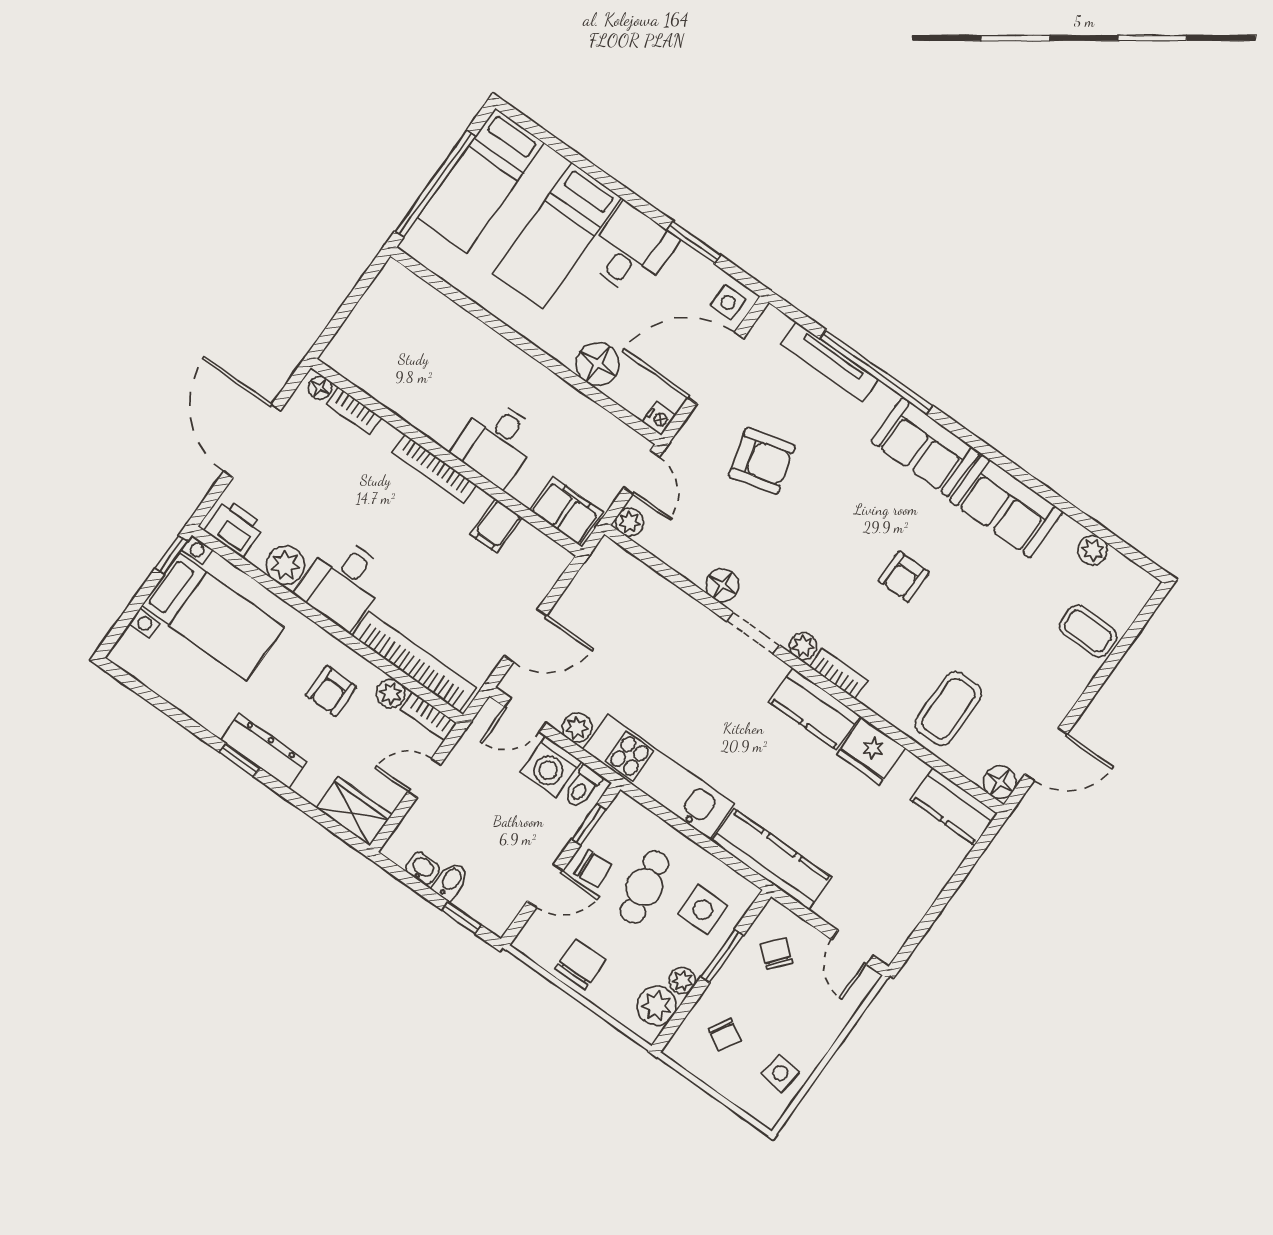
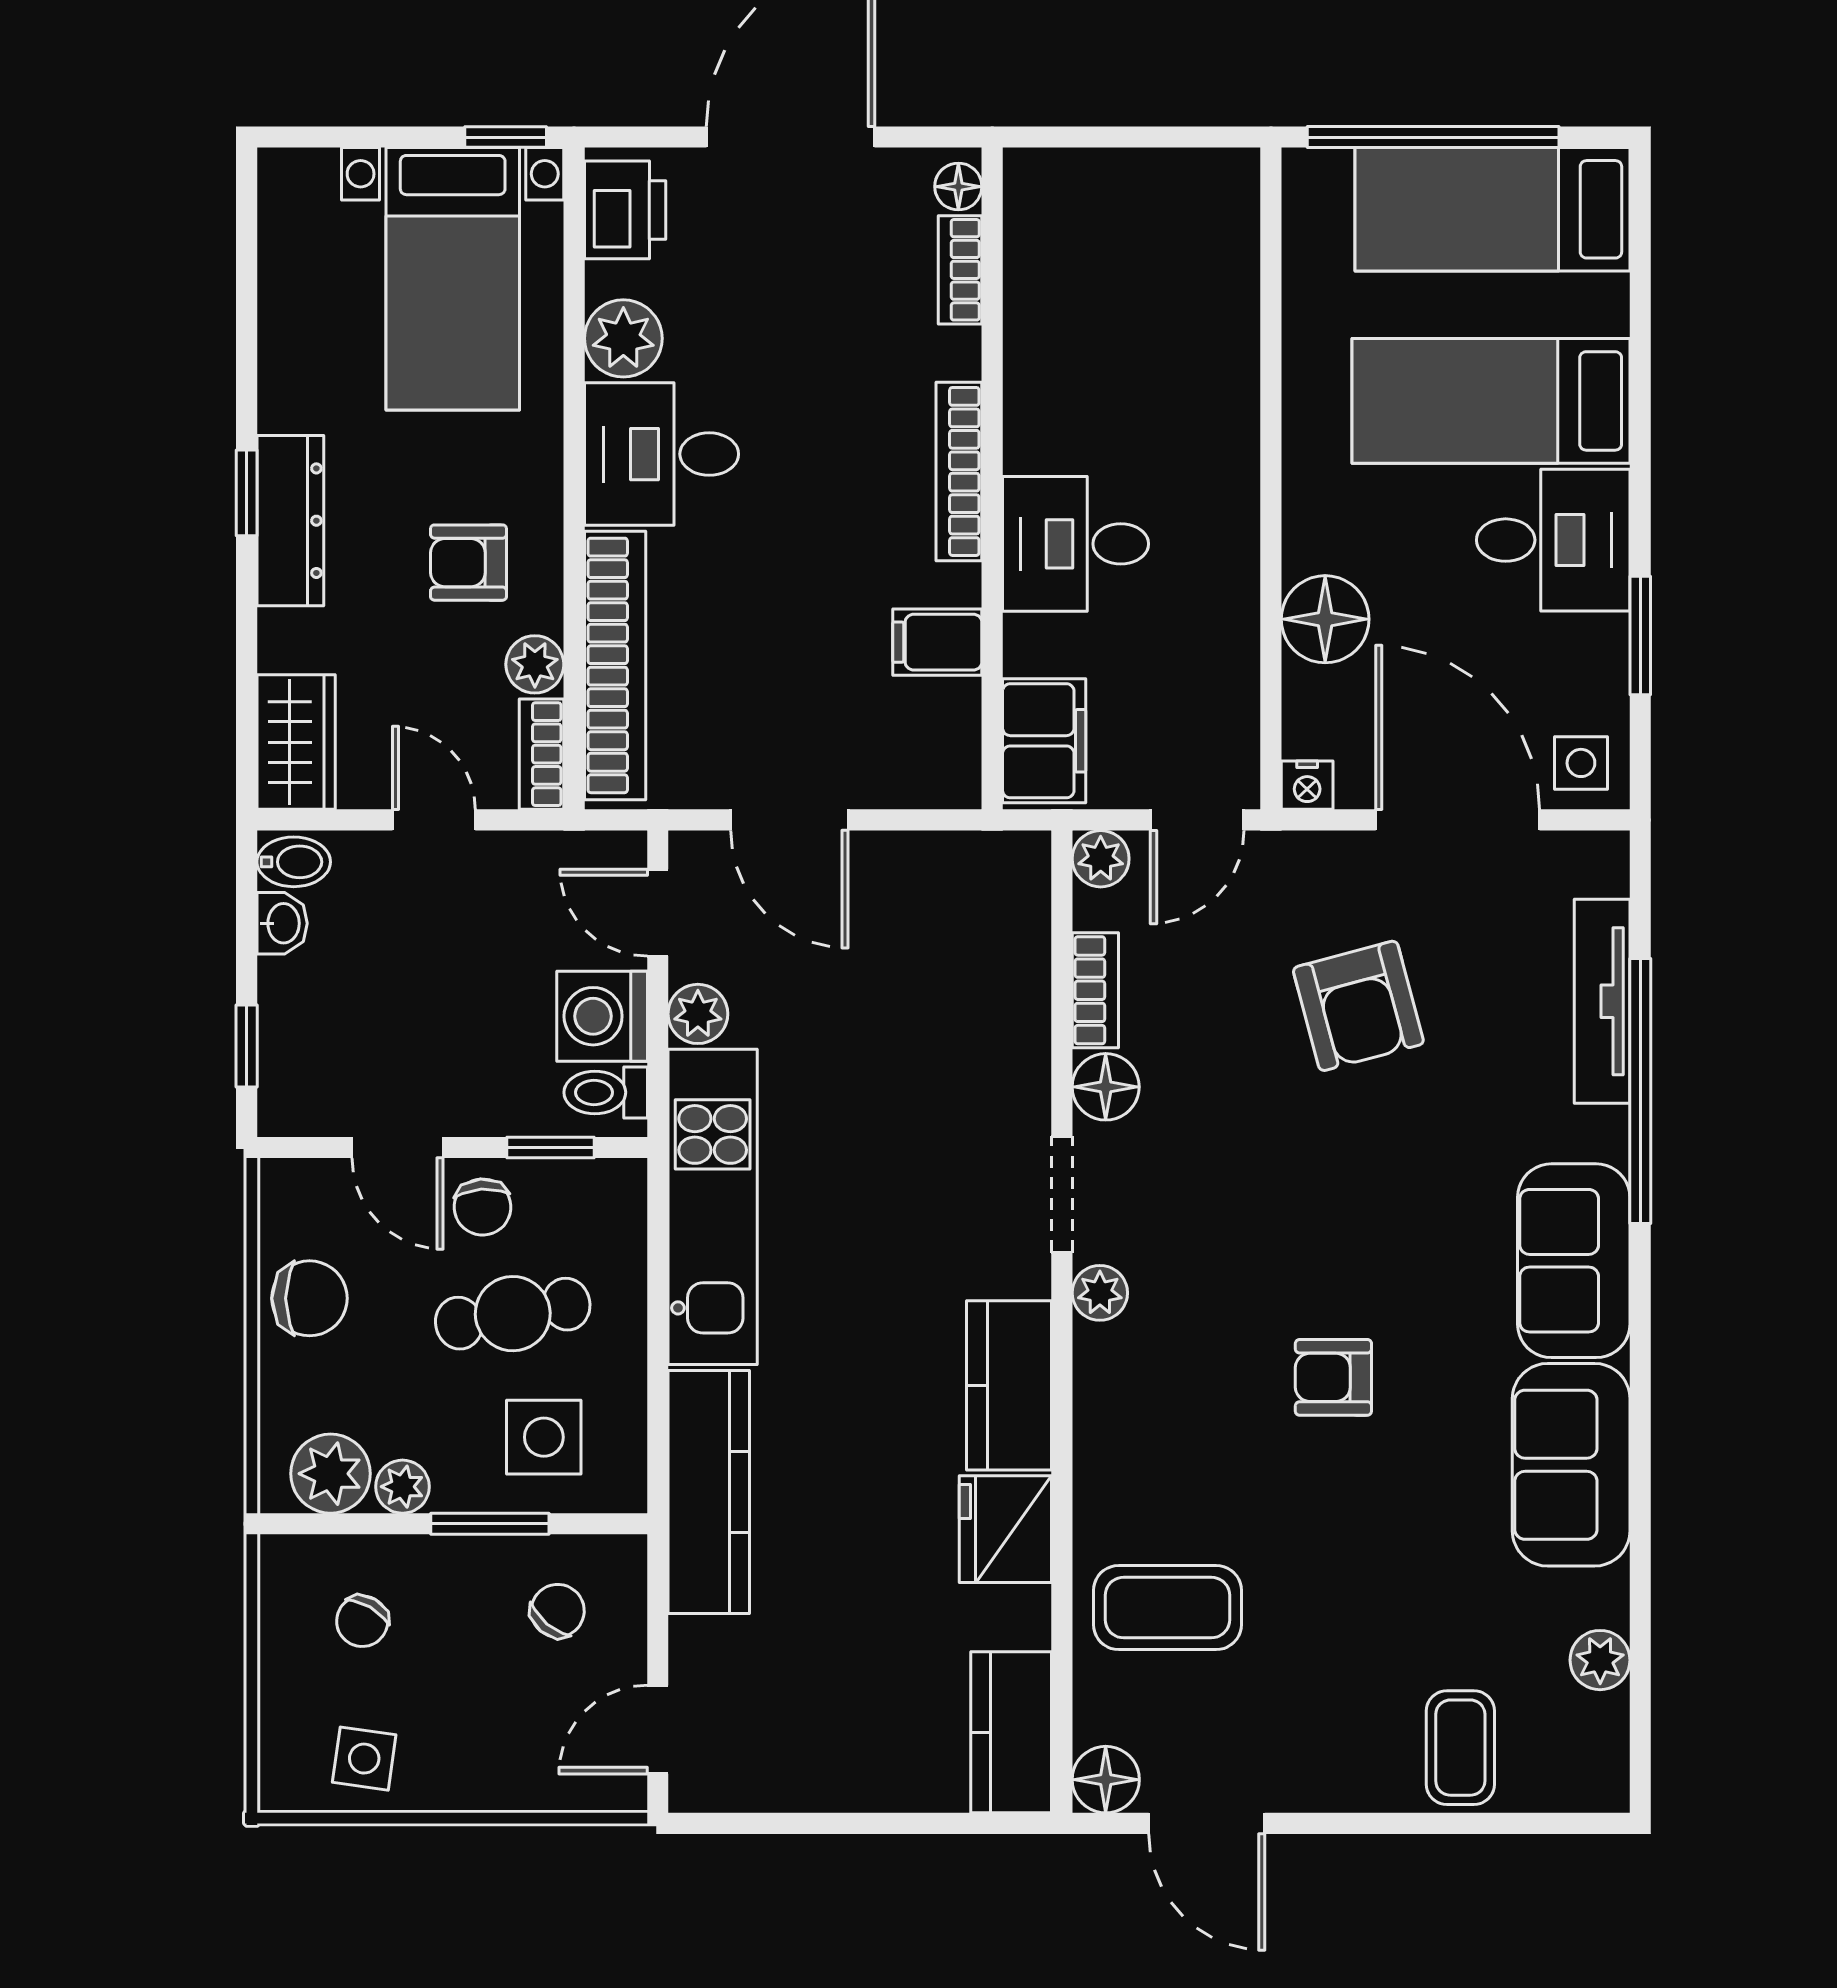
bookcase: (838, 674) -> (1095, 990), moved
bidet: (450, 881) -> (294, 862), moved

